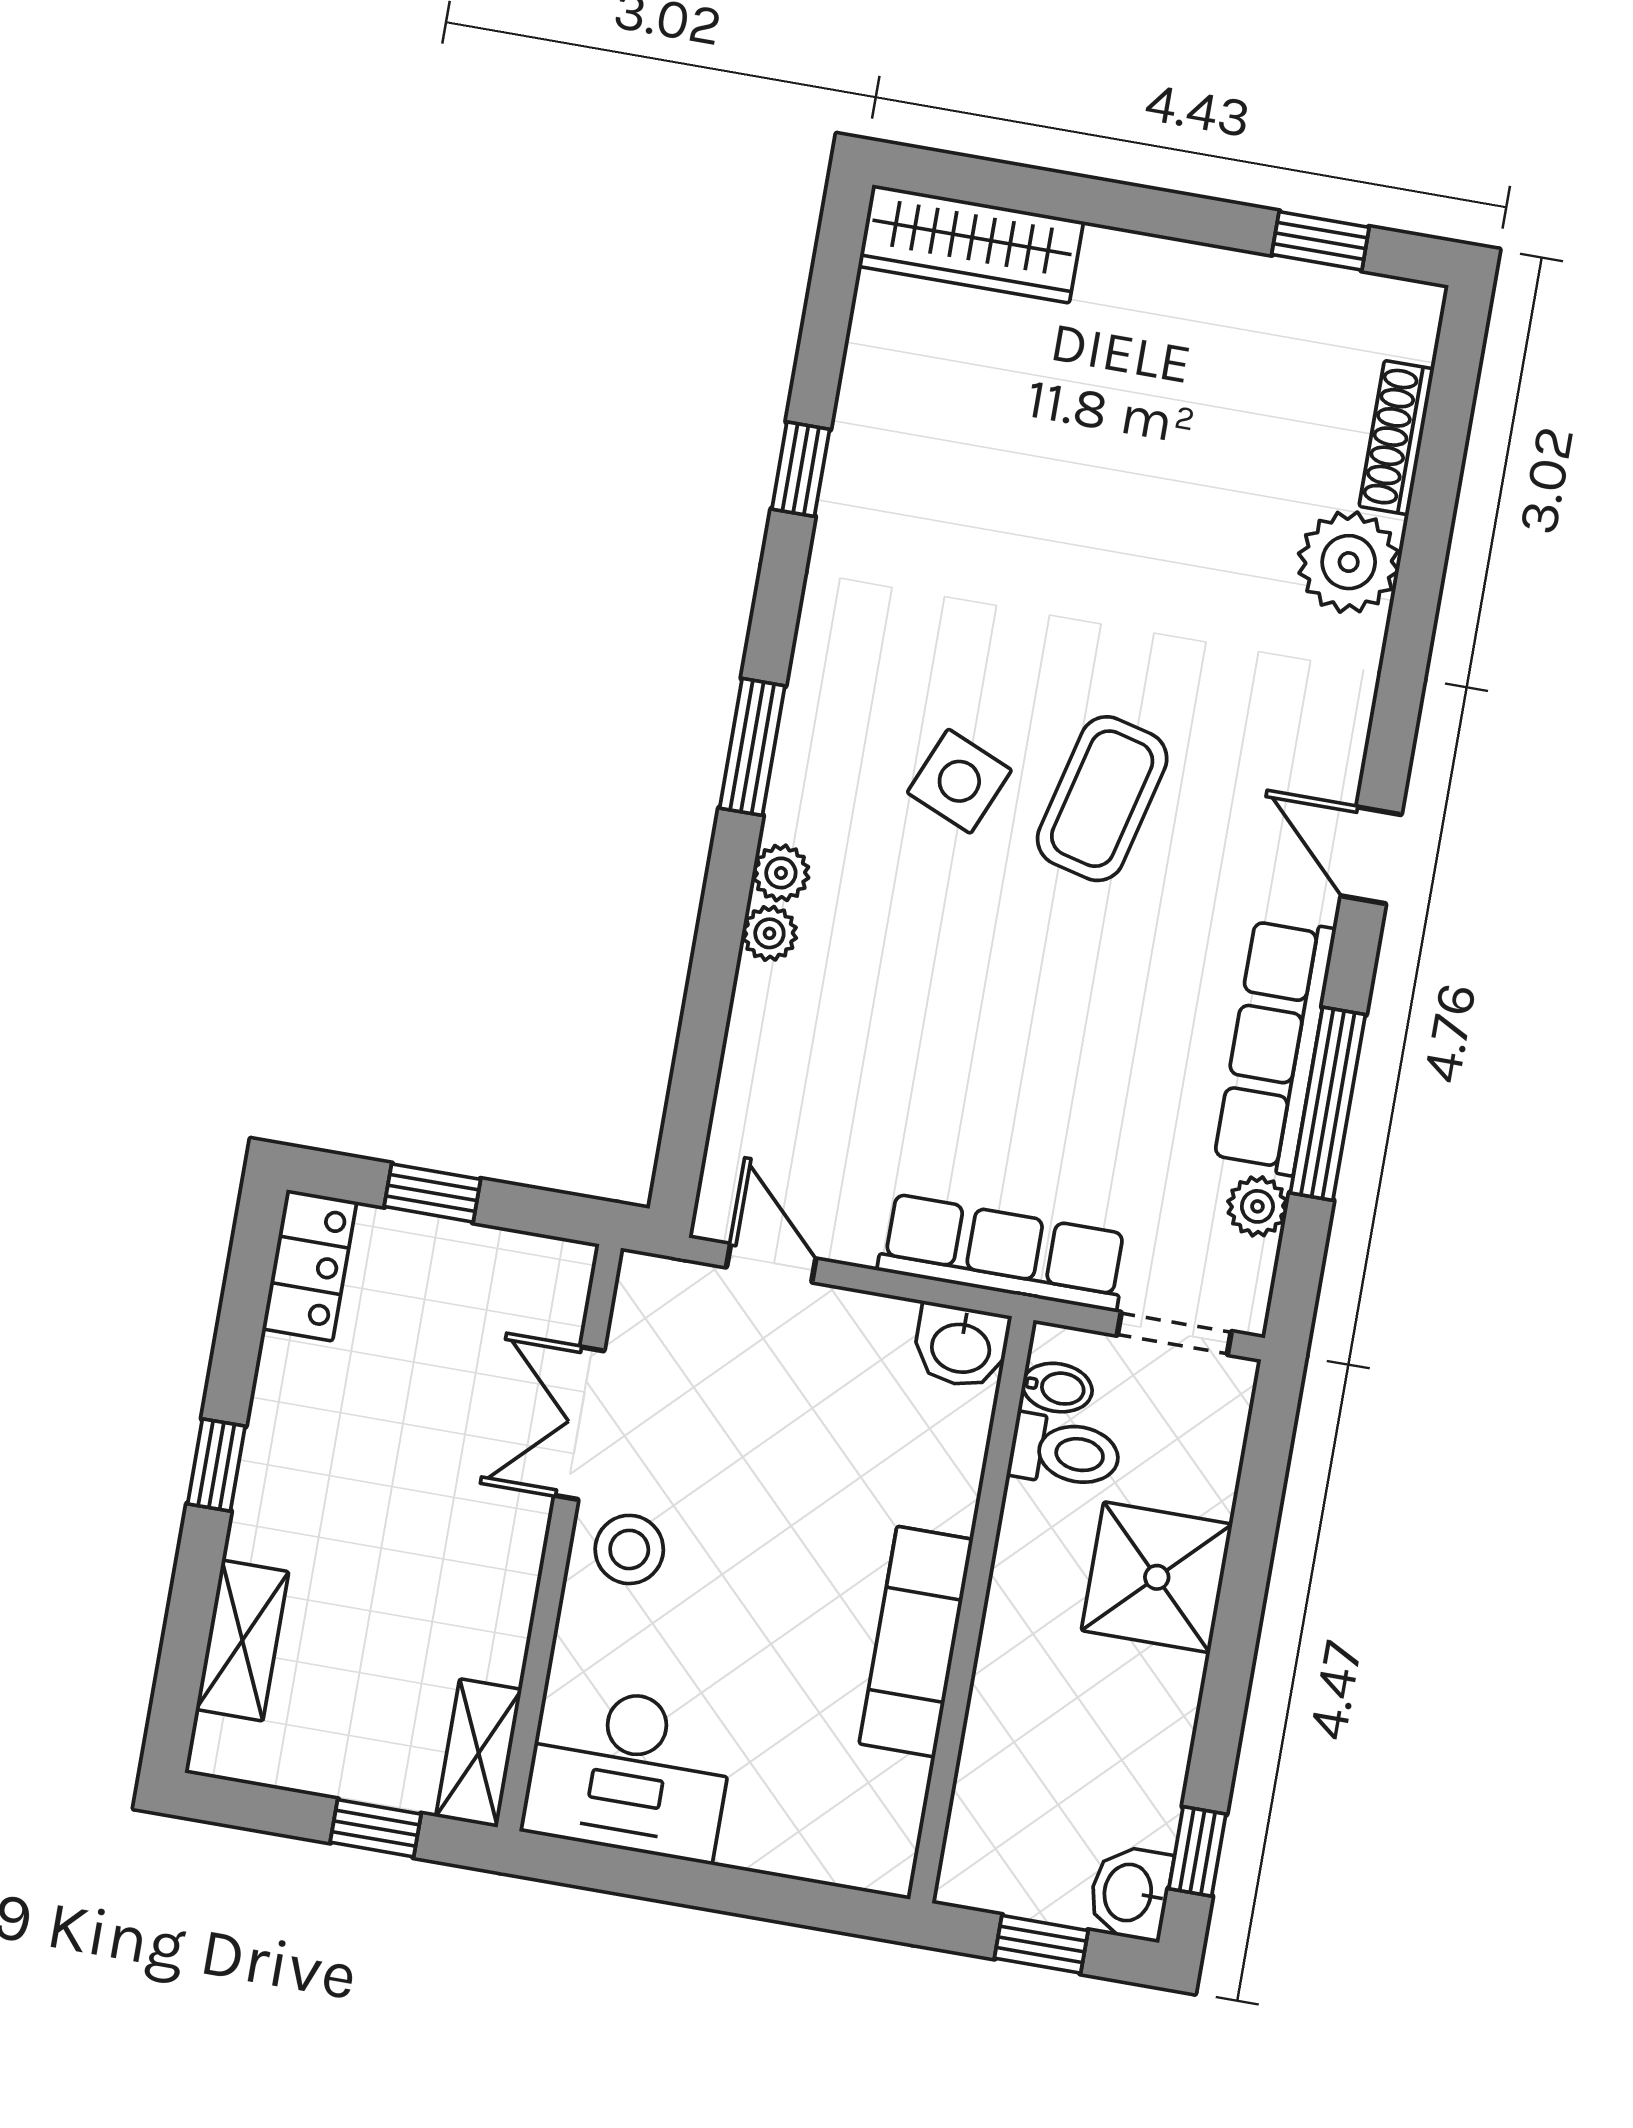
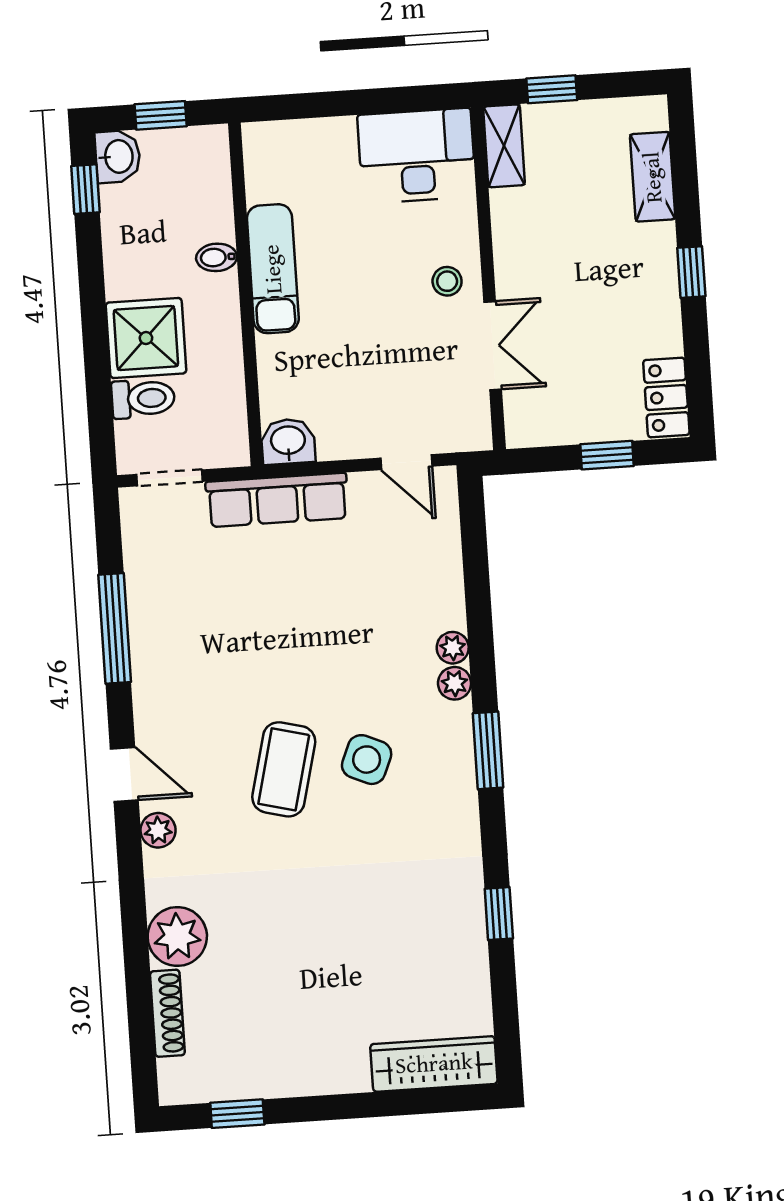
row of seats: (1275, 1046) -> (153, 654), removed
plant: (1257, 1206) -> (158, 830), moved
bidet: (1057, 1388) -> (217, 257), moved
toilet: (1065, 1452) -> (143, 399), moved, turned 180
stool: (629, 1549) -> (447, 281), width x0.73, depth x0.73

